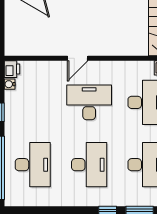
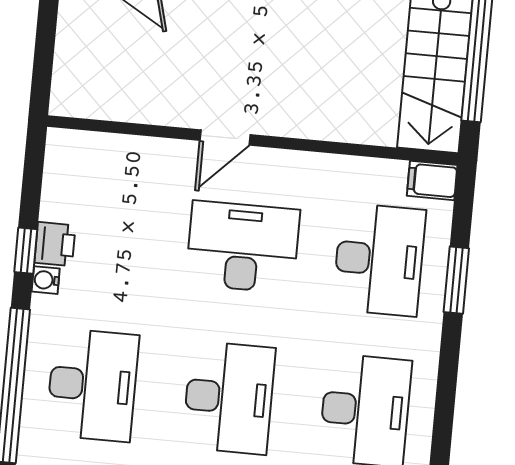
printer: (12, 69) -> (55, 244), moved
water cooler: (10, 84) -> (46, 280), moved

